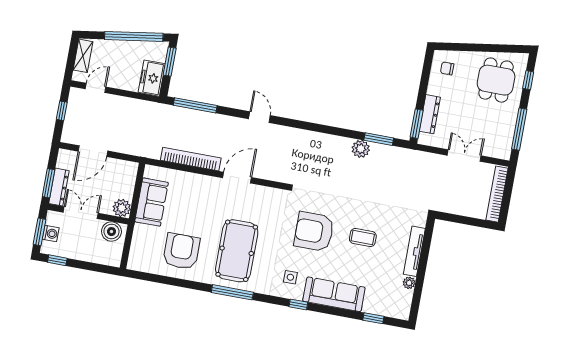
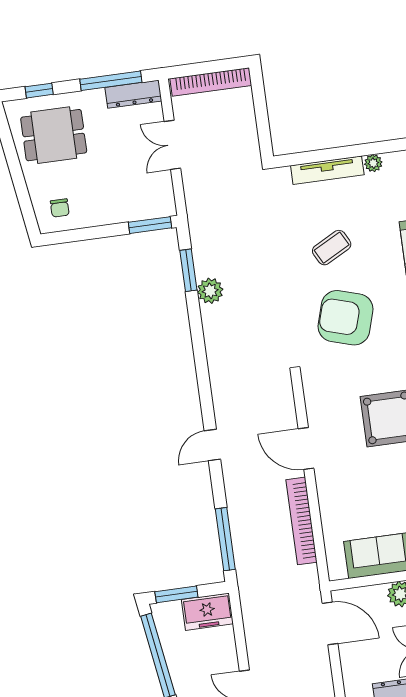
dresser: (430, 114) -> (133, 94), moved, turned 180
door: (93, 151) -> (330, 623), moved
armchair: (314, 231) -> (346, 318), turned 107
coffee table: (363, 237) -> (332, 248), turned 62

